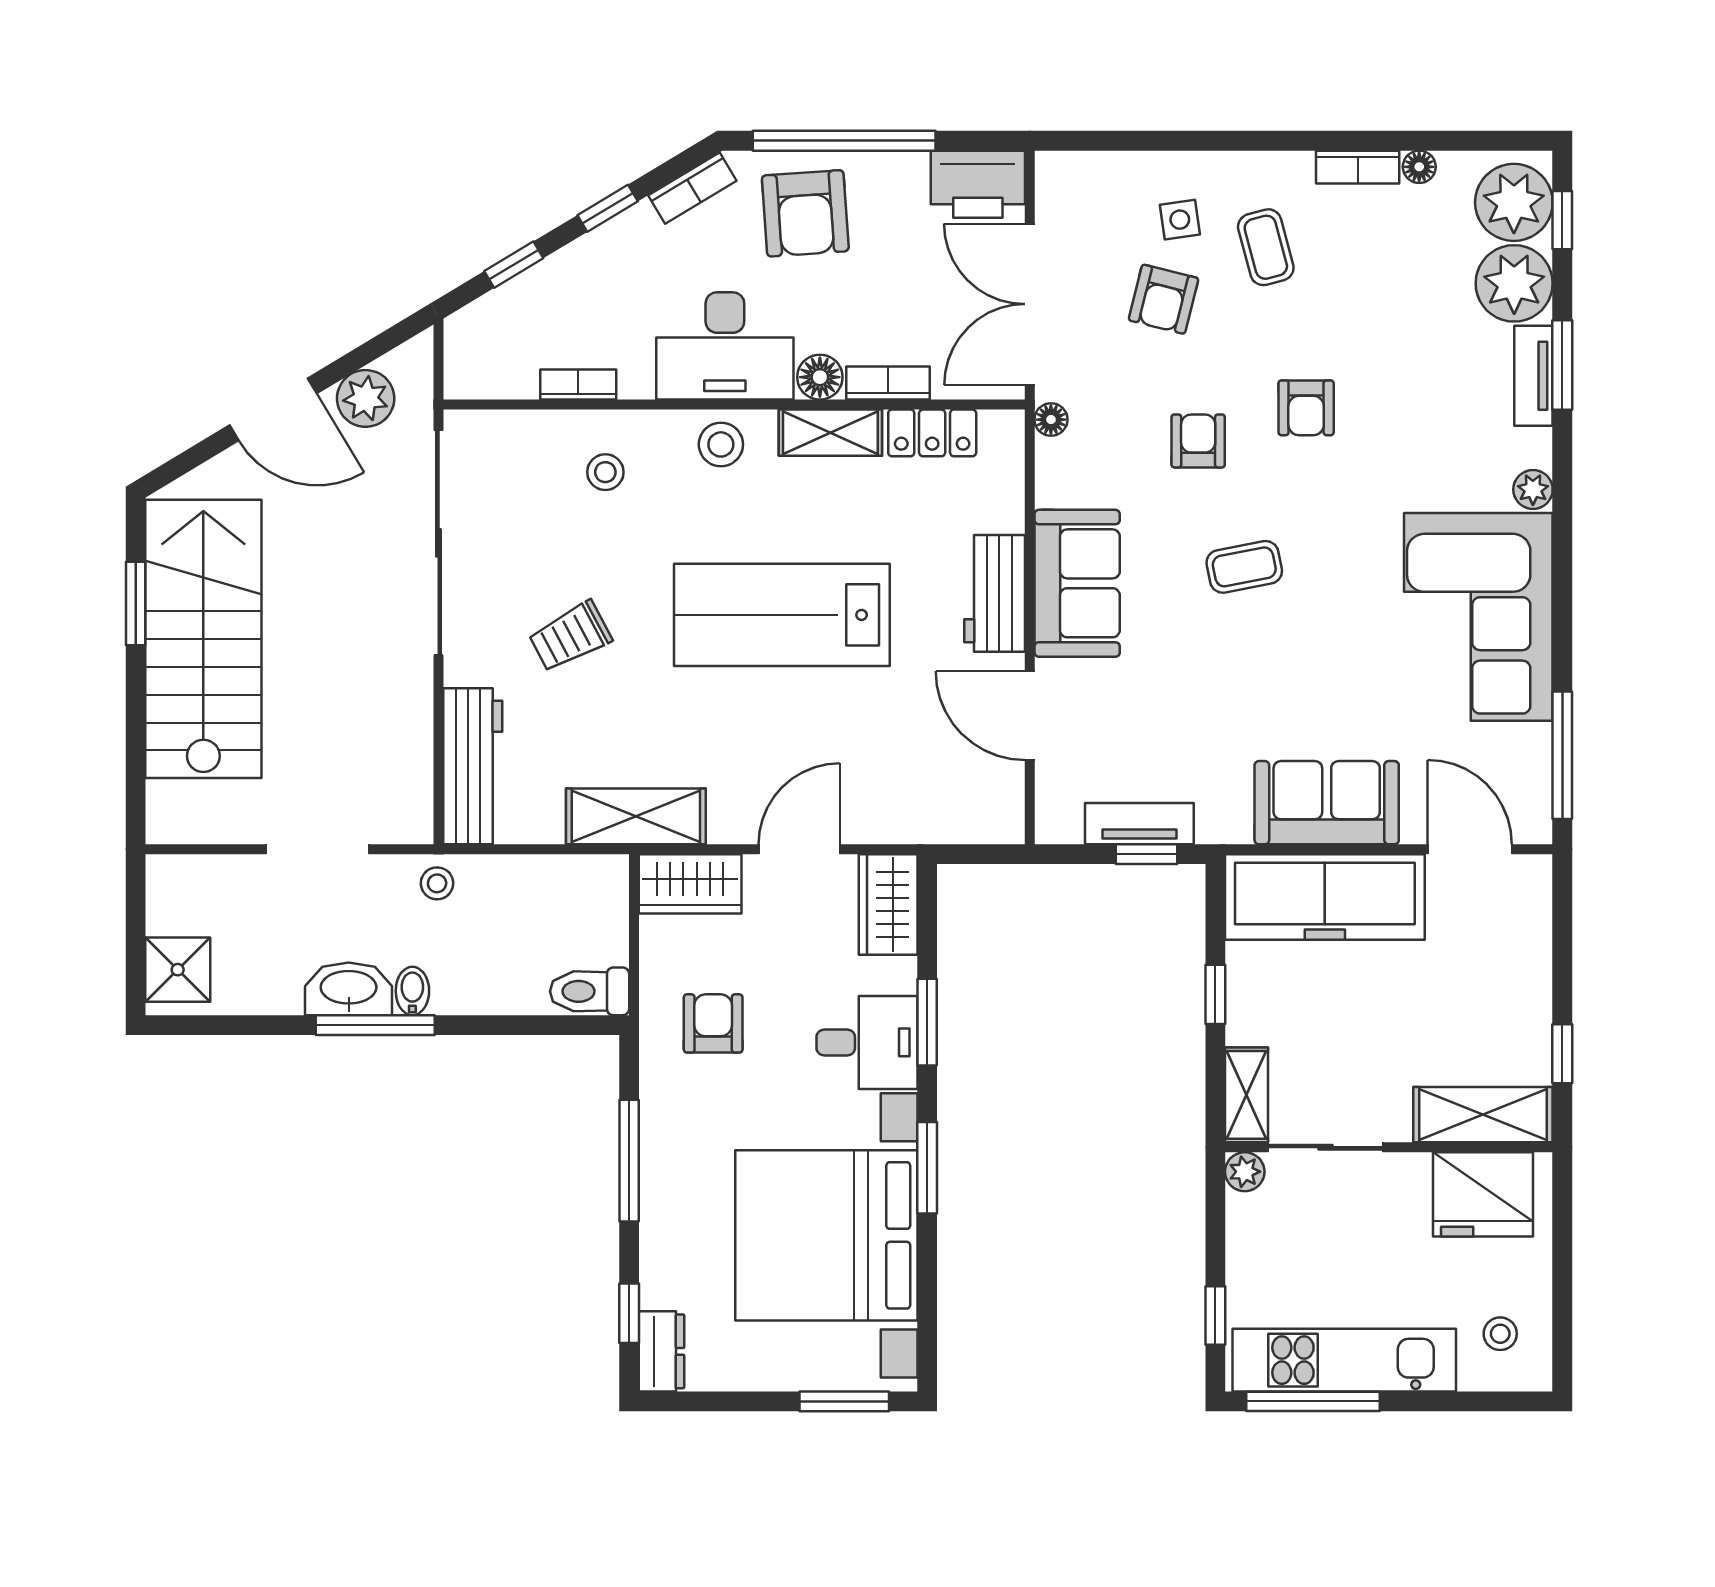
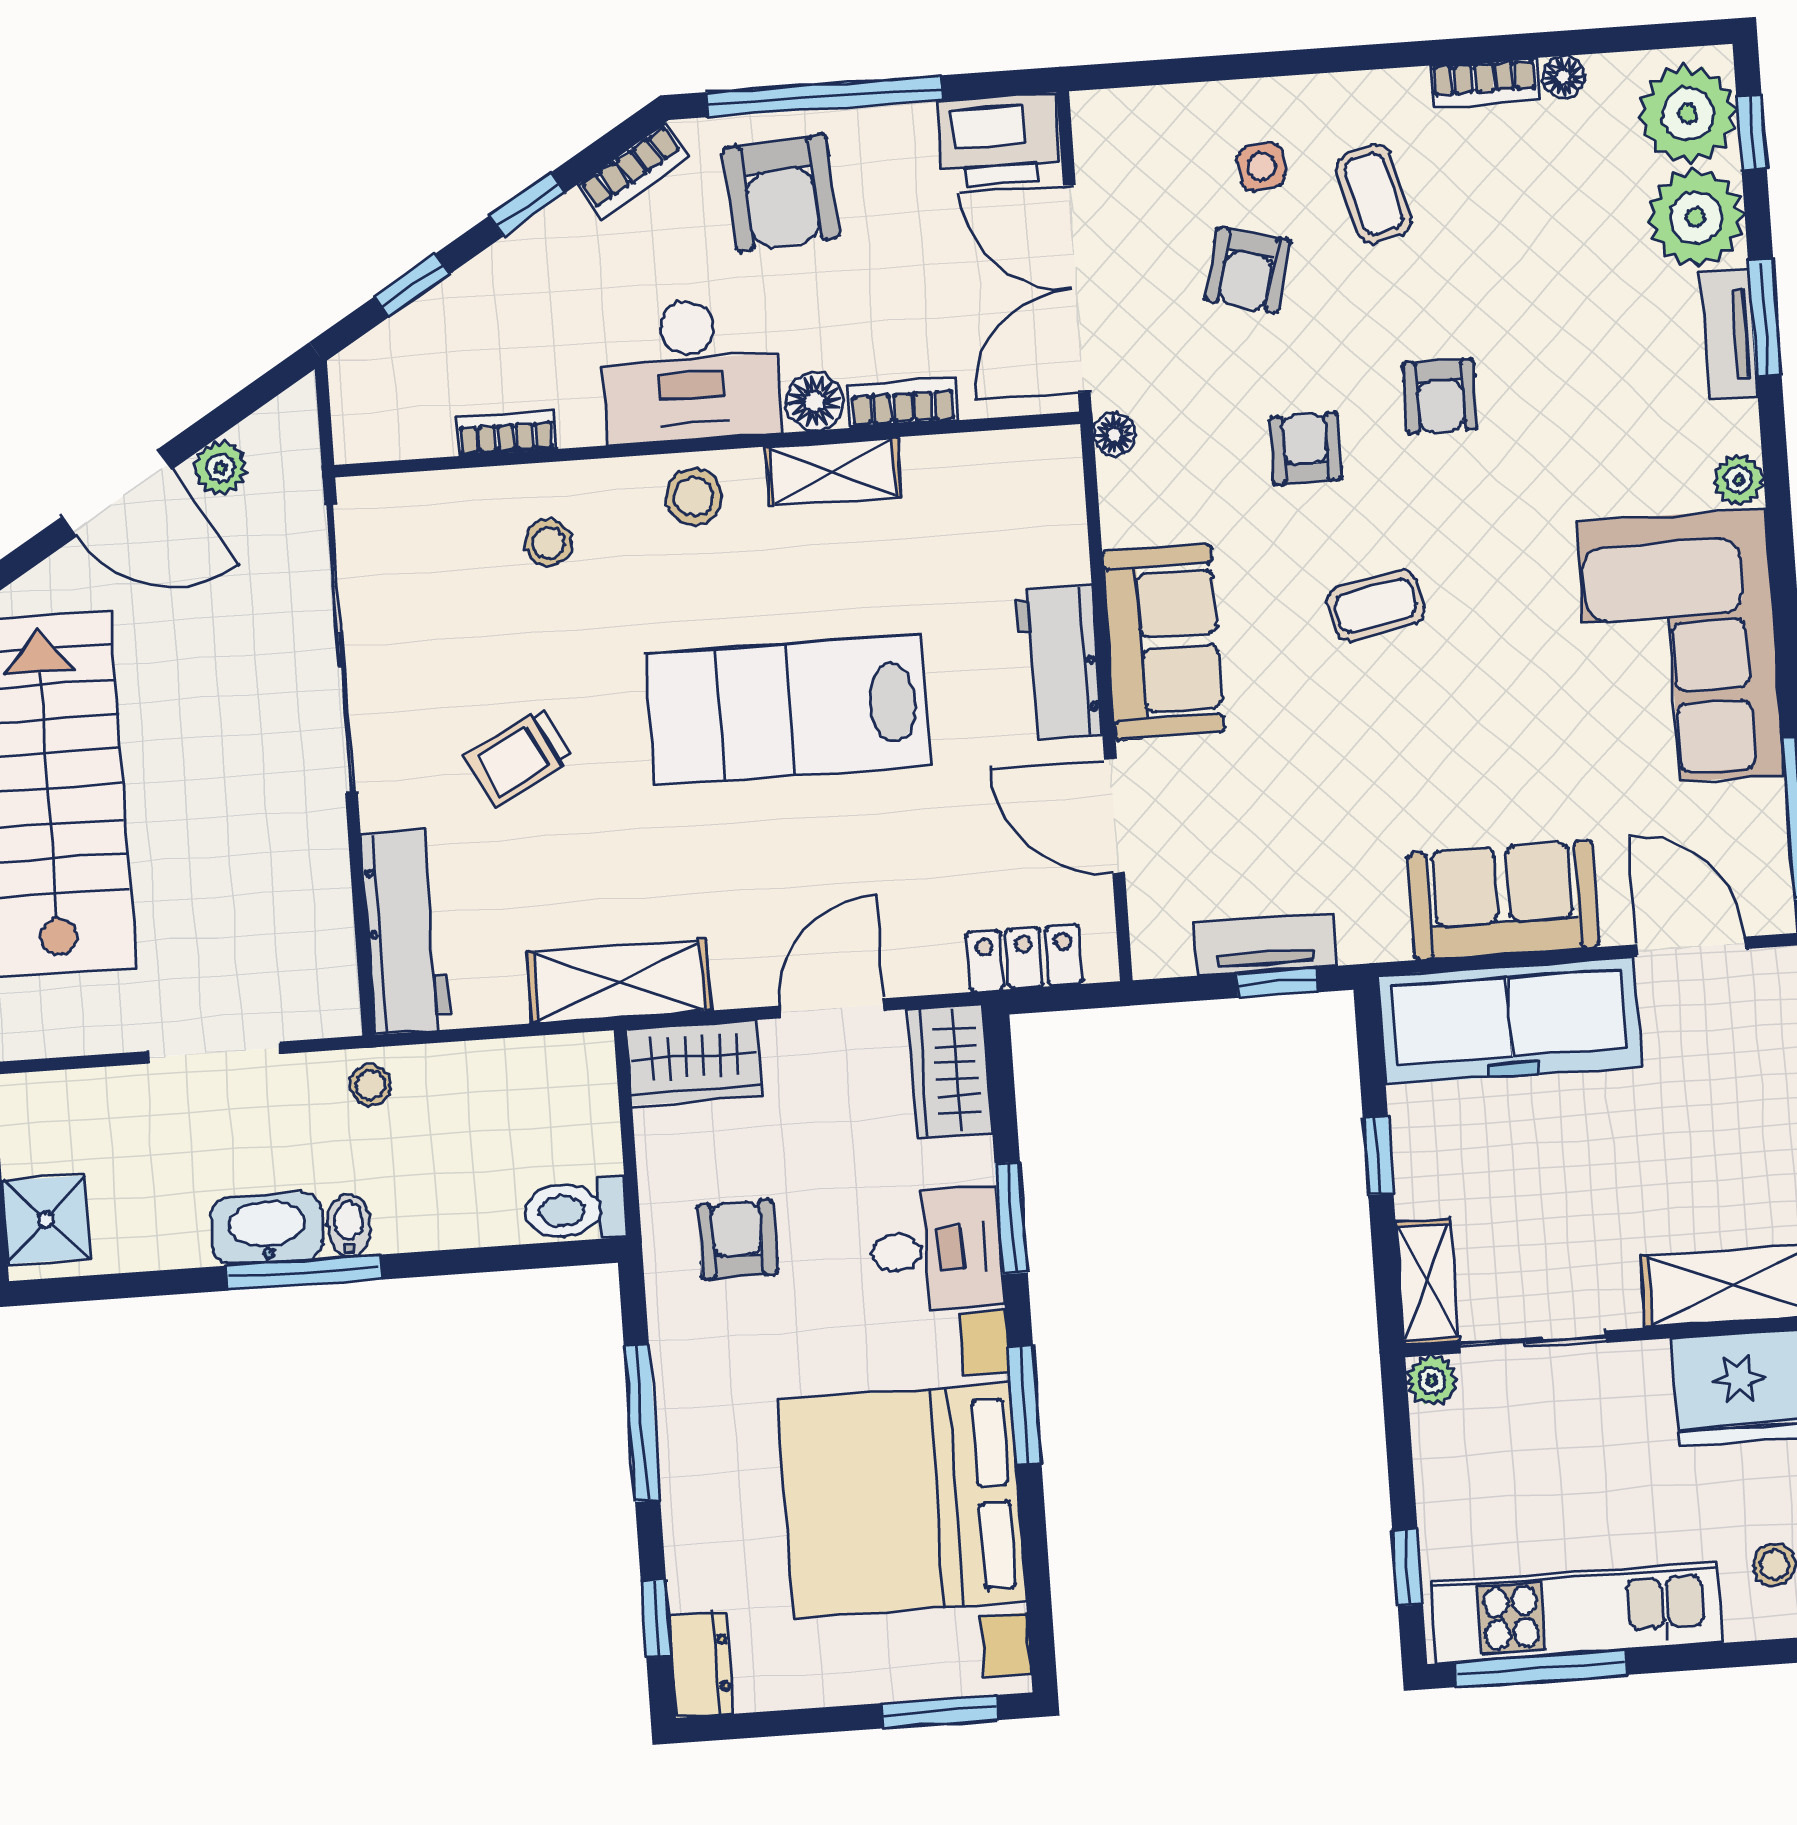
plant: (366, 398) -> (220, 468), width x0.73, depth x0.73
locker: (932, 433) -> (1024, 958), moved, turned 180

